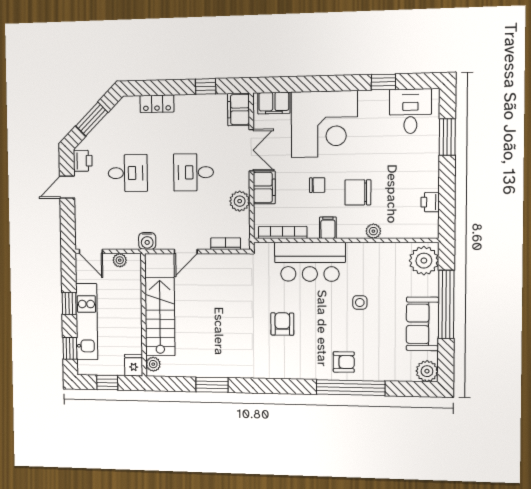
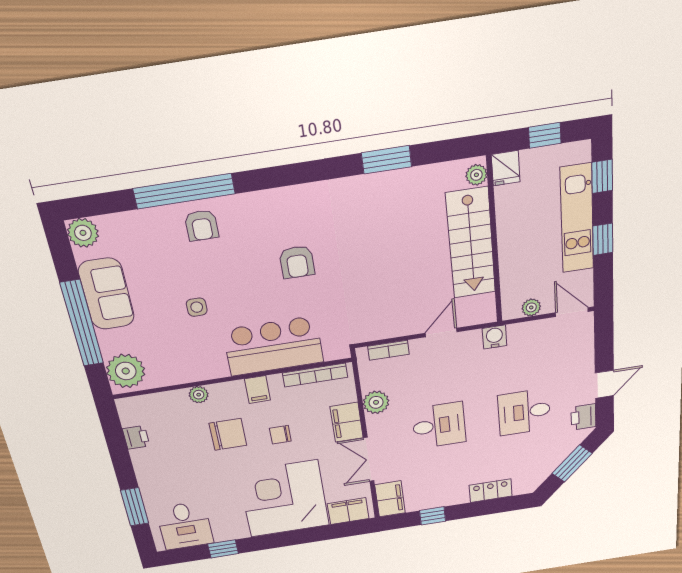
armchair: (344, 362) -> (202, 225), turned -90

